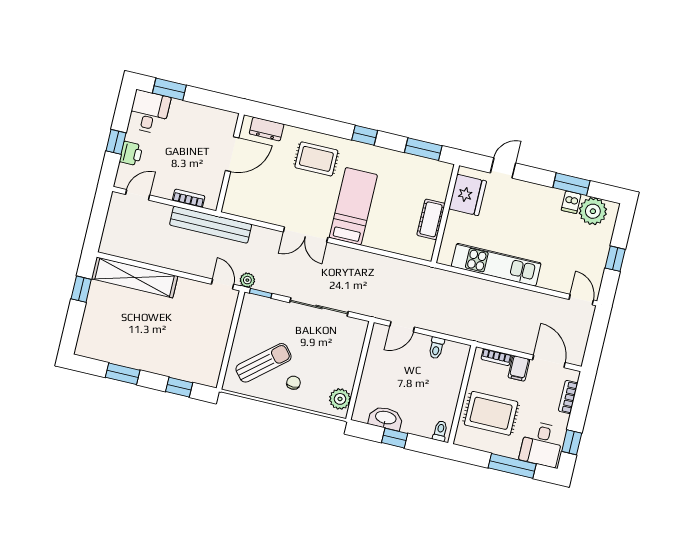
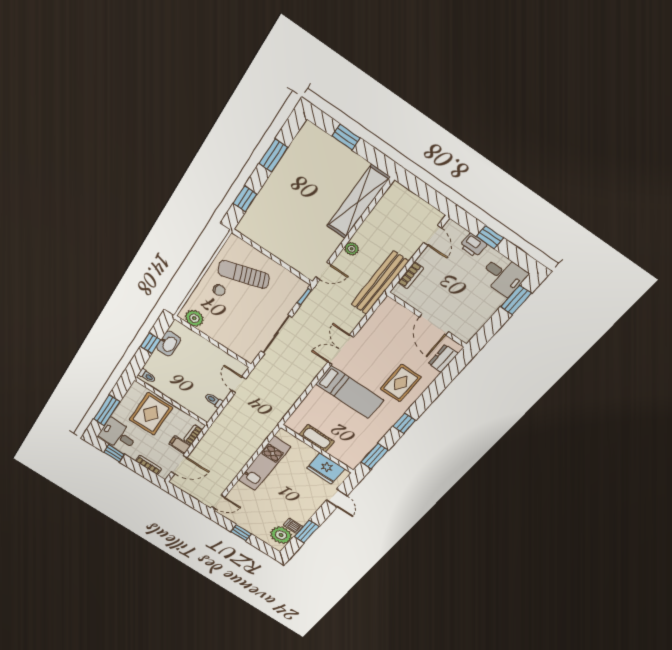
plant: (247, 280) -> (352, 249), moved
window: (81, 289) -> (346, 137), moved
sun lounger: (264, 363) -> (244, 274), turned 111

